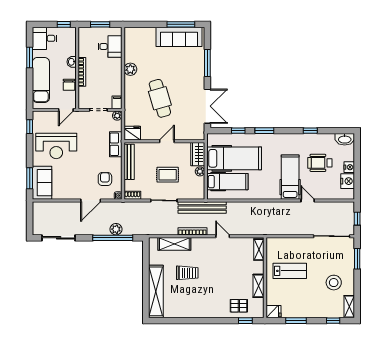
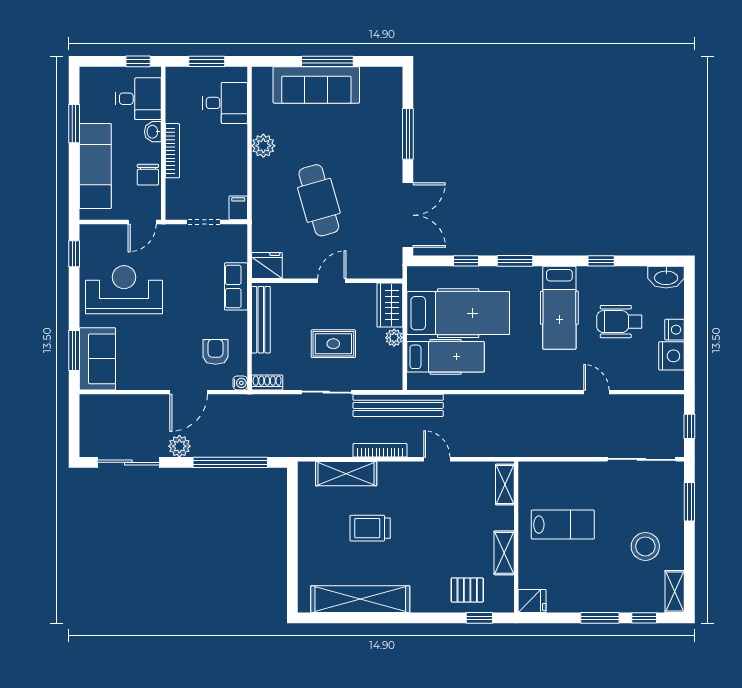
window: (181, 24) -> (327, 61), moved
sofa: (179, 37) -> (316, 85), moved
desk: (44, 38) -> (139, 99), moved, turned 180
plant: (117, 116) -> (239, 233), removed
reception desk: (56, 146) -> (124, 290), turned 180
hospital bed: (290, 177) -> (559, 308), moved, turned 180
plant: (116, 229) -> (179, 446), moved
trolley: (187, 273) -> (370, 528), turned 180
shelving: (156, 291) -> (360, 599), moved, turned 90
window: (296, 321) -> (600, 618), moved

